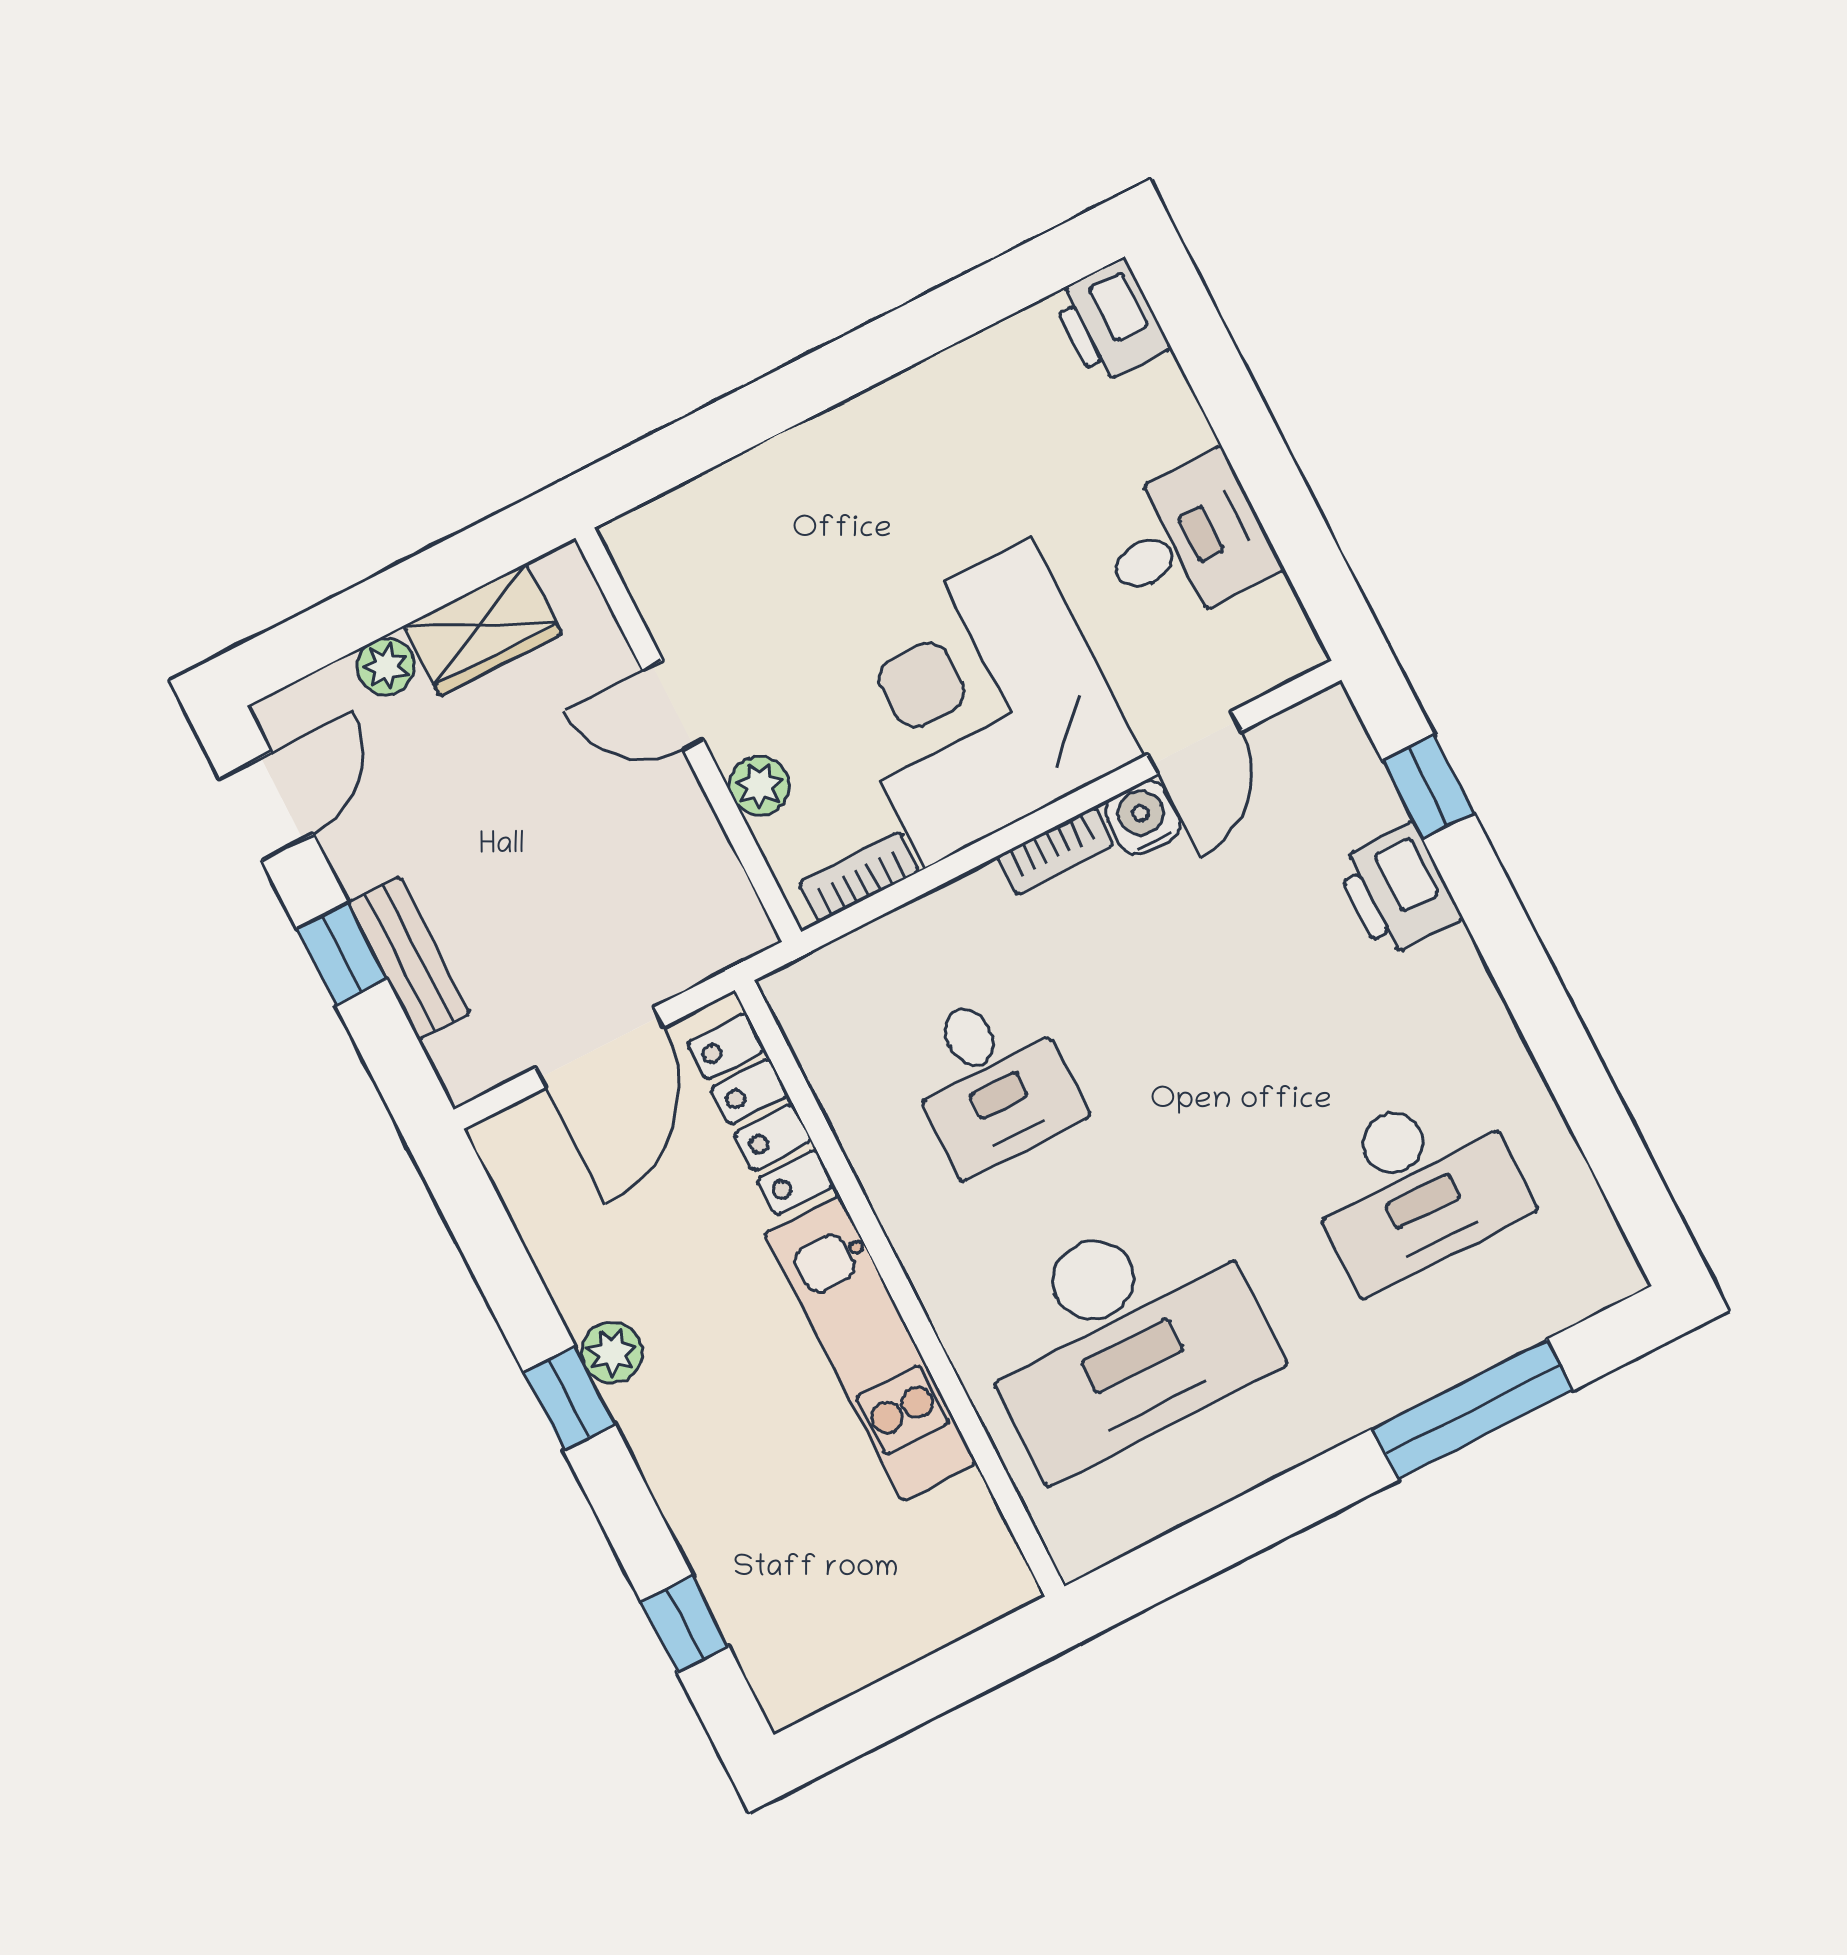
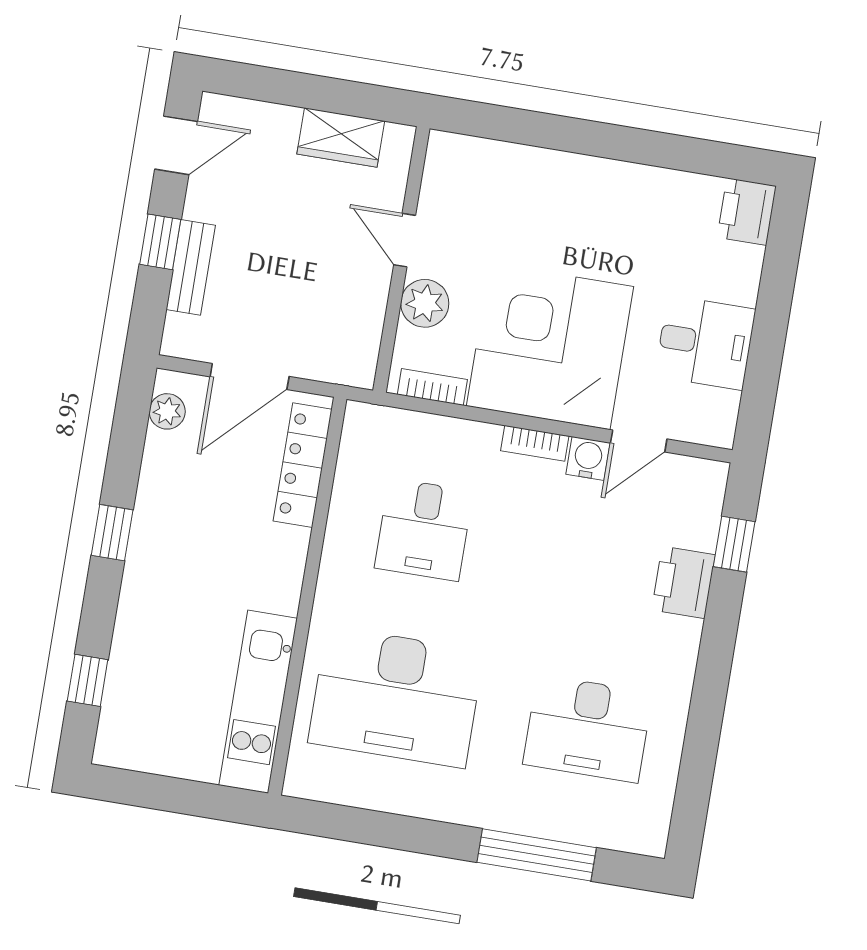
plant: (386, 667) -> (282, 121), removed
plant: (759, 786) -> (425, 303), width x1.38, depth x1.38
kitchen unit: (871, 1348) -> (258, 702), moved
plant: (612, 1352) -> (167, 411), moved

